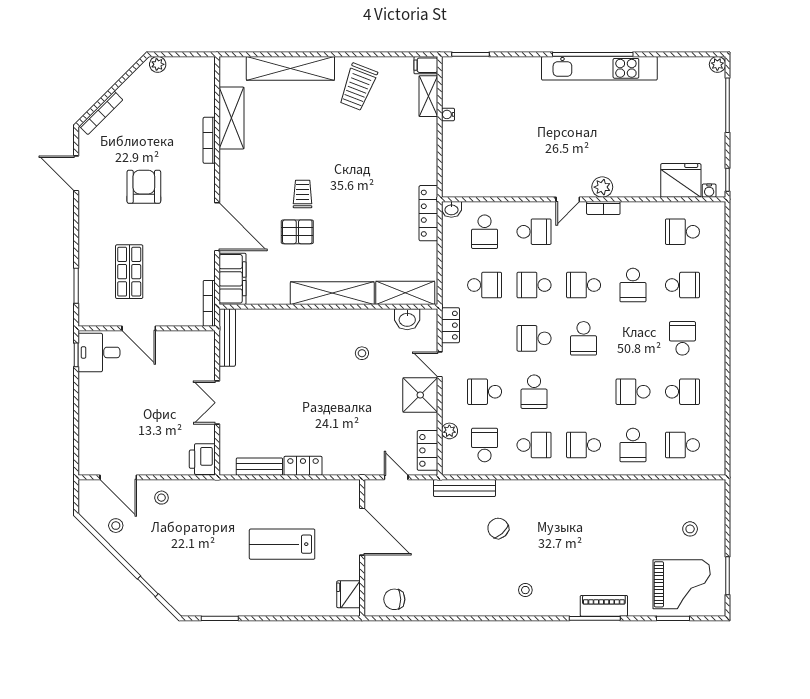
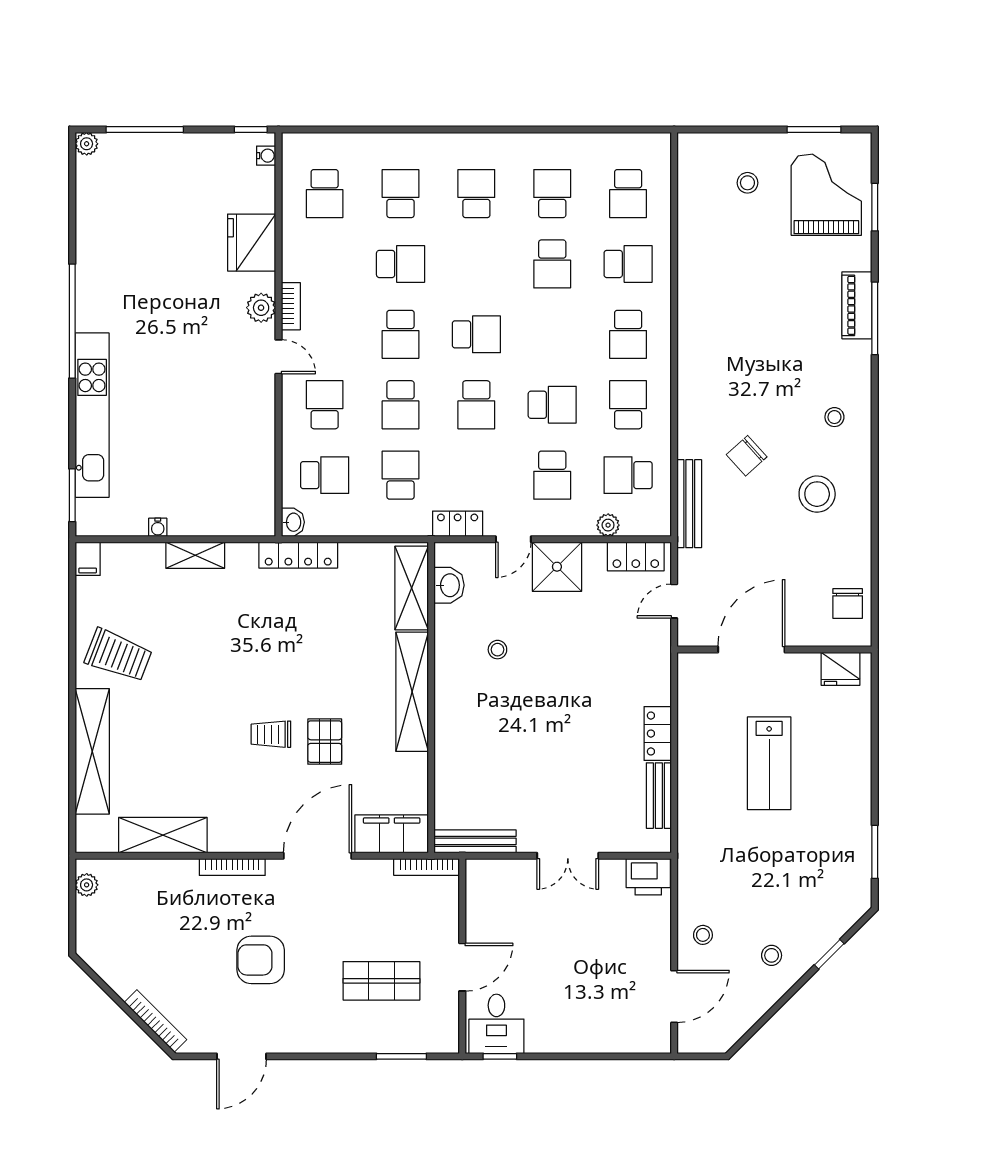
plant: (158, 64) -> (87, 885), moved
kitchen unit: (599, 68) -> (92, 415), moved
shelving: (428, 96) -> (195, 555), moved
bookcase: (209, 140) -> (232, 867), moved
fridge: (681, 180) -> (252, 243), moved
school desk: (682, 338) -> (476, 194), turned 90
stool: (116, 526) -> (772, 955), moved
stool: (471, 578) -> (817, 494), added

